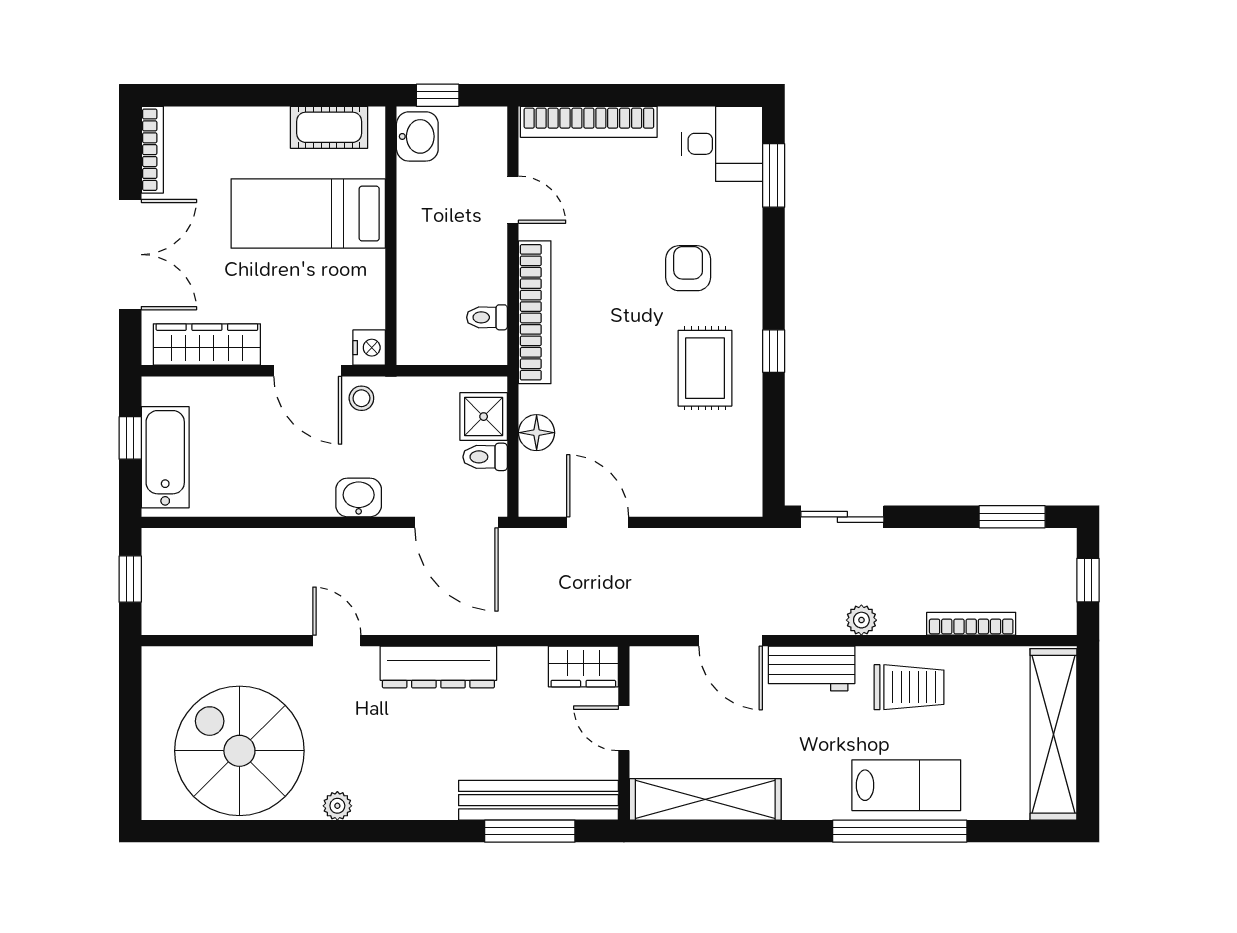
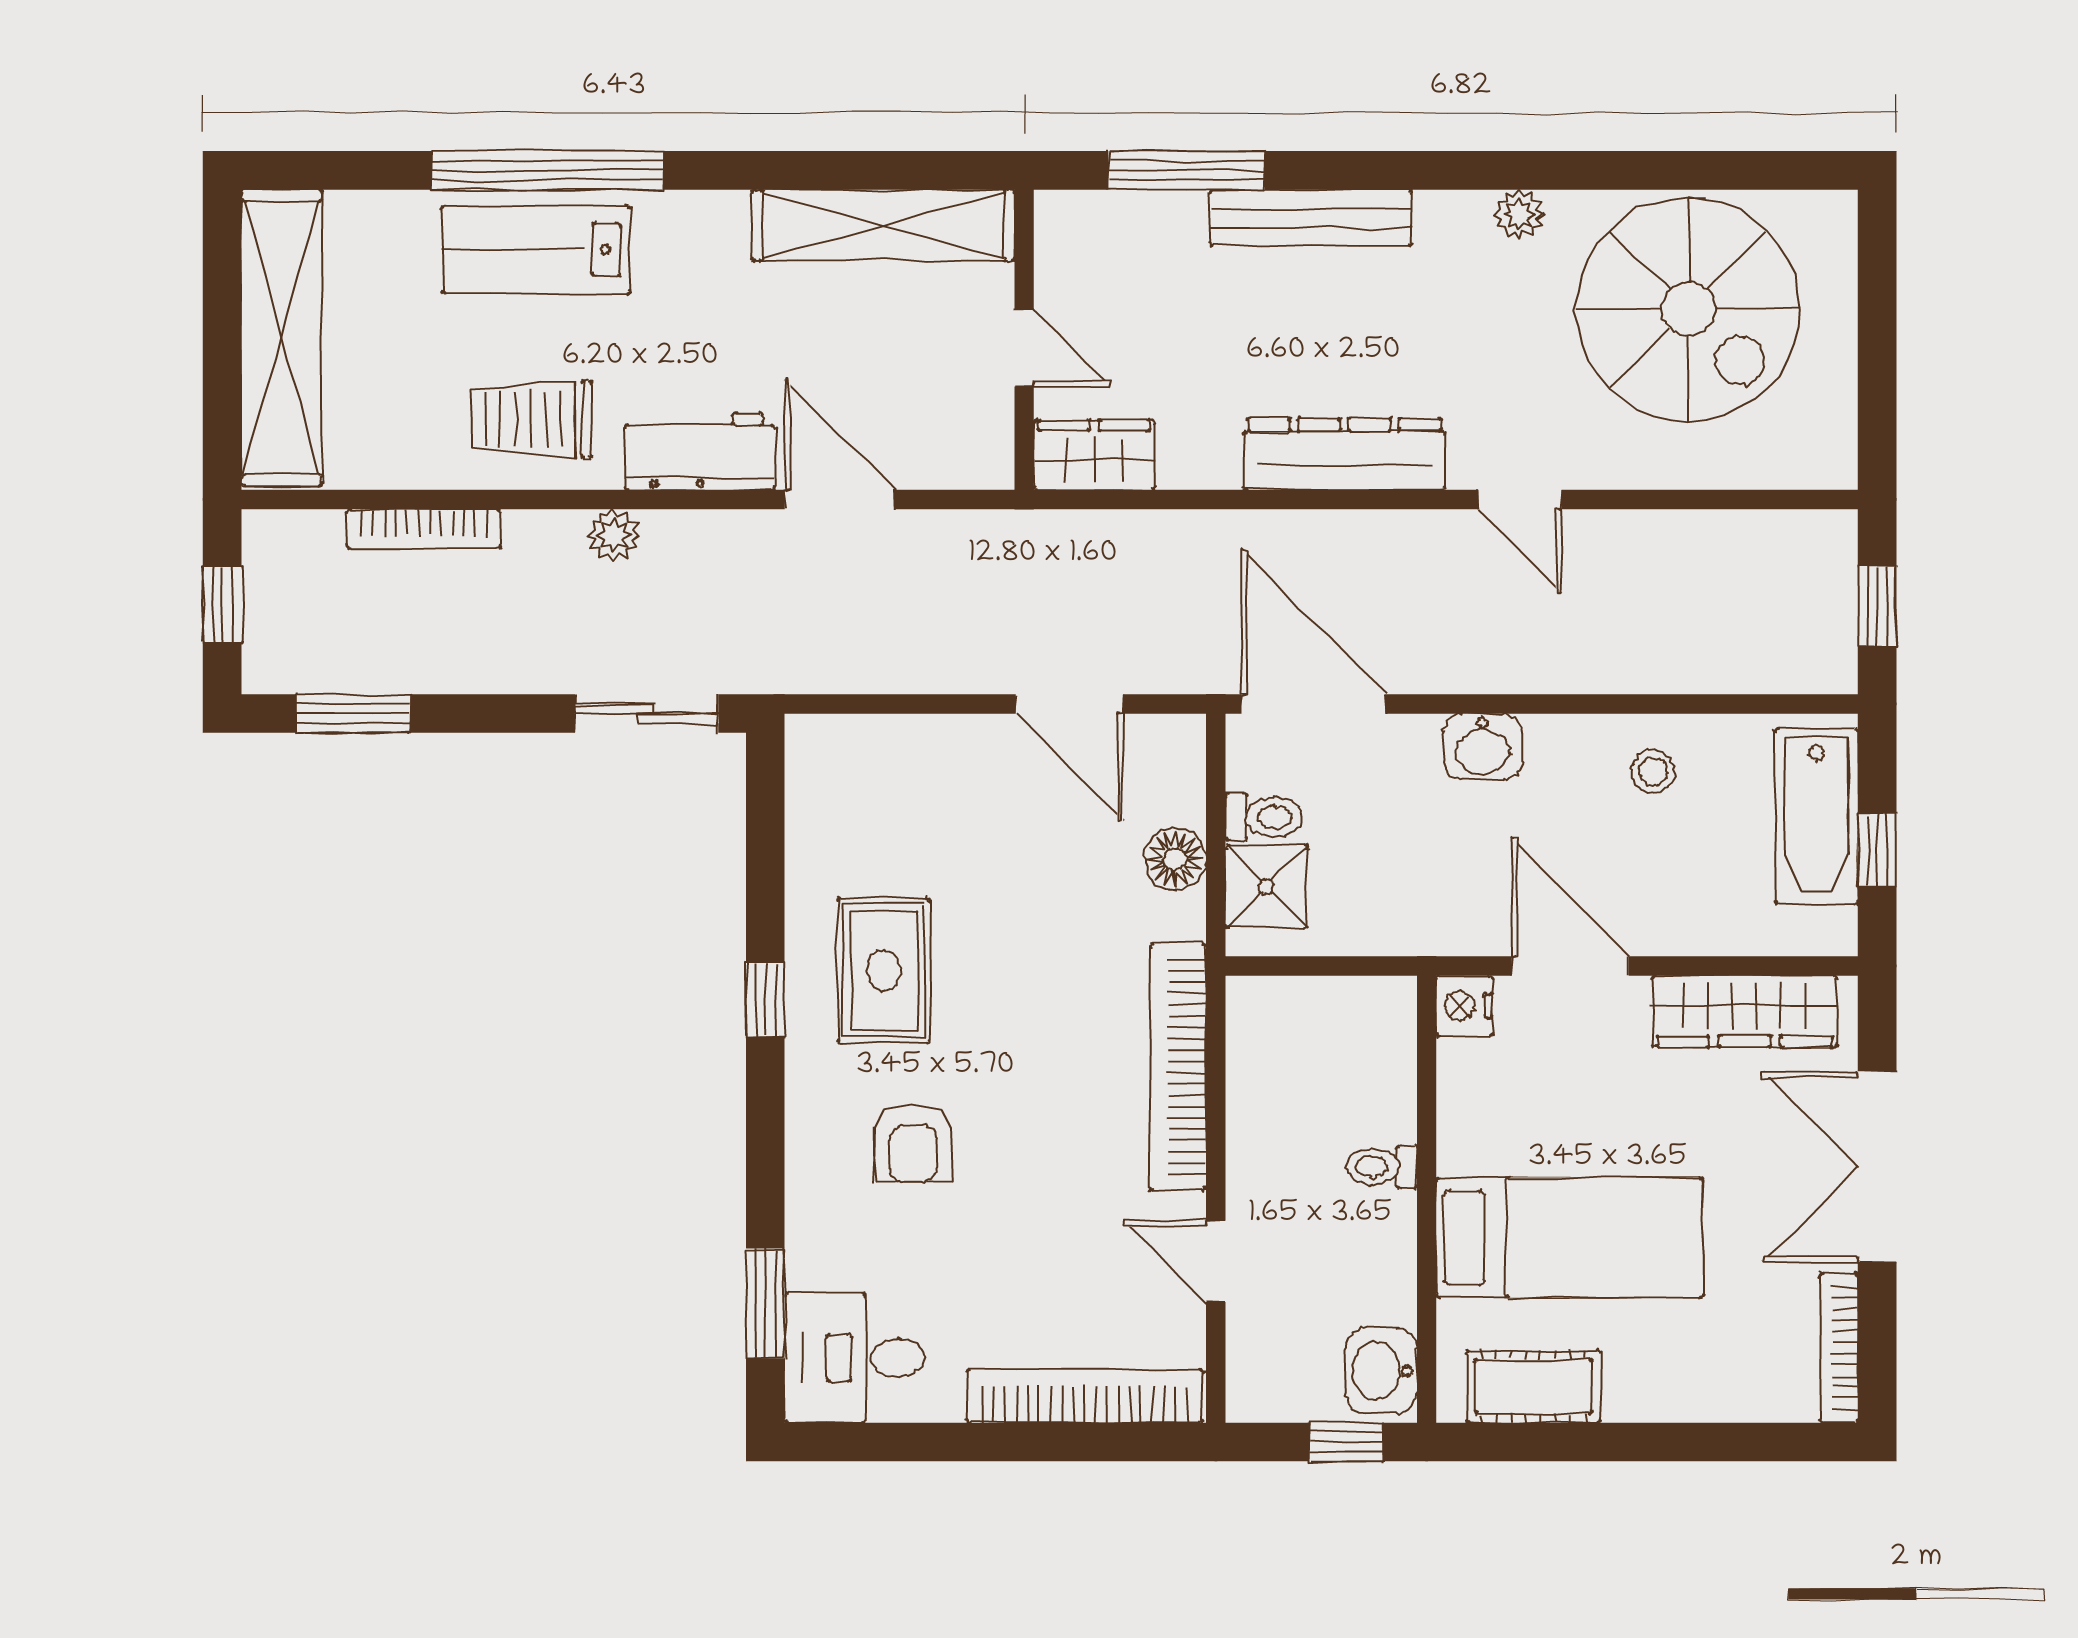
toilet: (487, 317) -> (1382, 1167), moved, turned 180
stool: (361, 398) -> (1653, 772), moved
bench: (538, 800) -> (1311, 218), moved, width x0.73, depth x0.82

